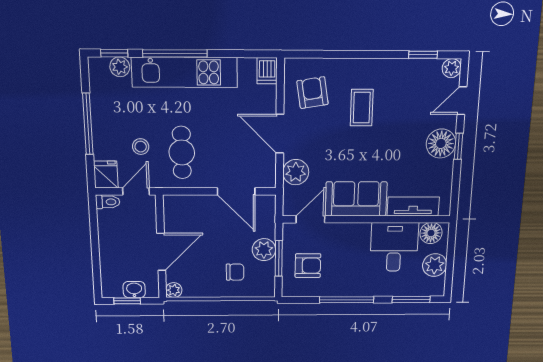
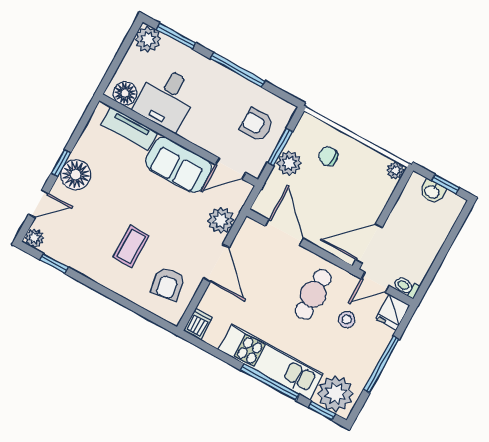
plant: (120, 67) -> (335, 394), width x1.87, depth x1.87
door: (161, 252) -> (369, 244), moved
plant: (435, 265) -> (148, 39), moved

